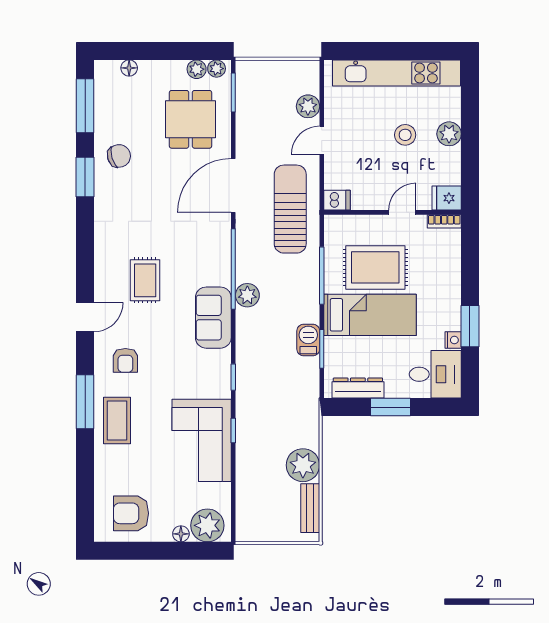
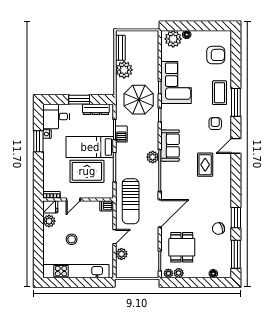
plant: (449, 134) -> (49, 221), moved
parasol: (275, 407) -> (139, 100), added
armchair: (131, 513) -> (216, 55), moved

